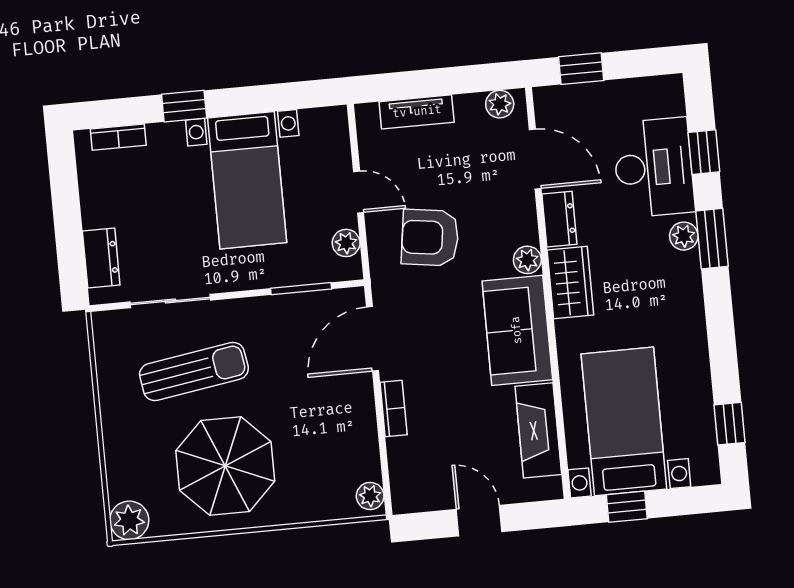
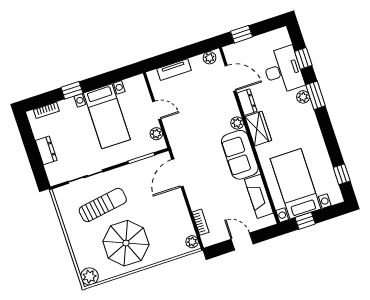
armchair: (430, 238) -> (192, 123), removed
dresser: (101, 258) -> (46, 150), moved
bookcase: (394, 409) -> (201, 222), moved

